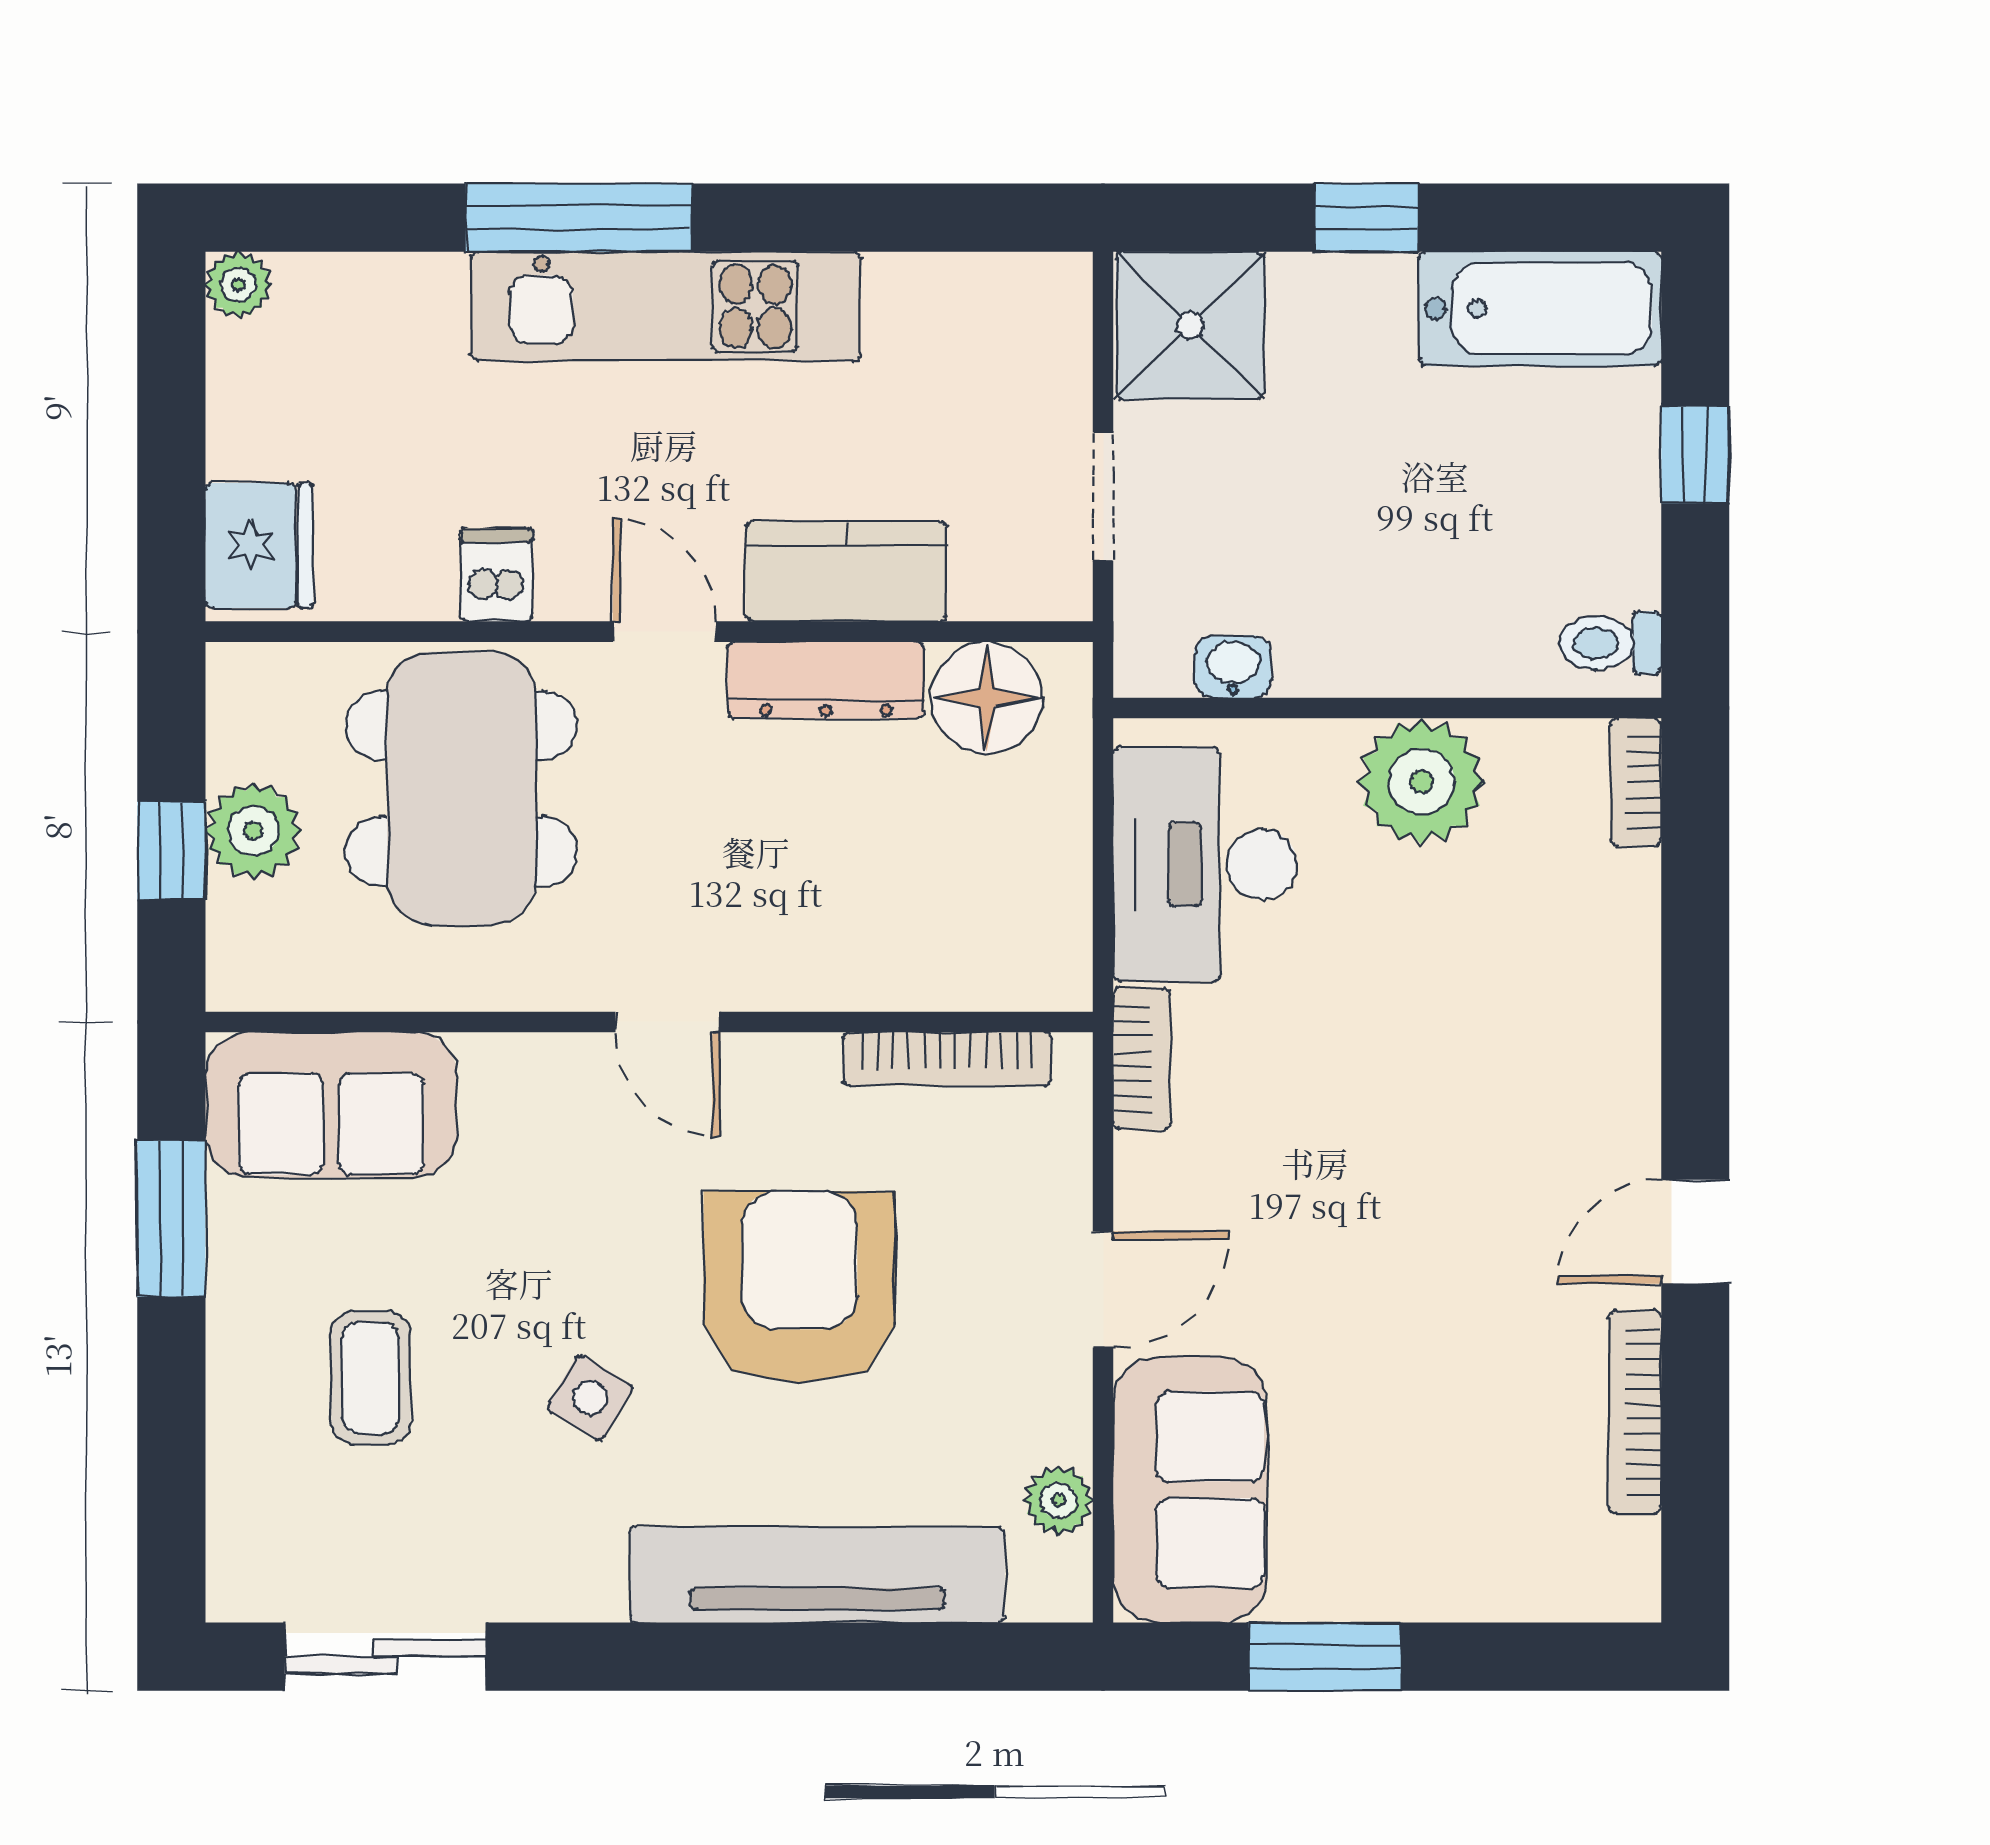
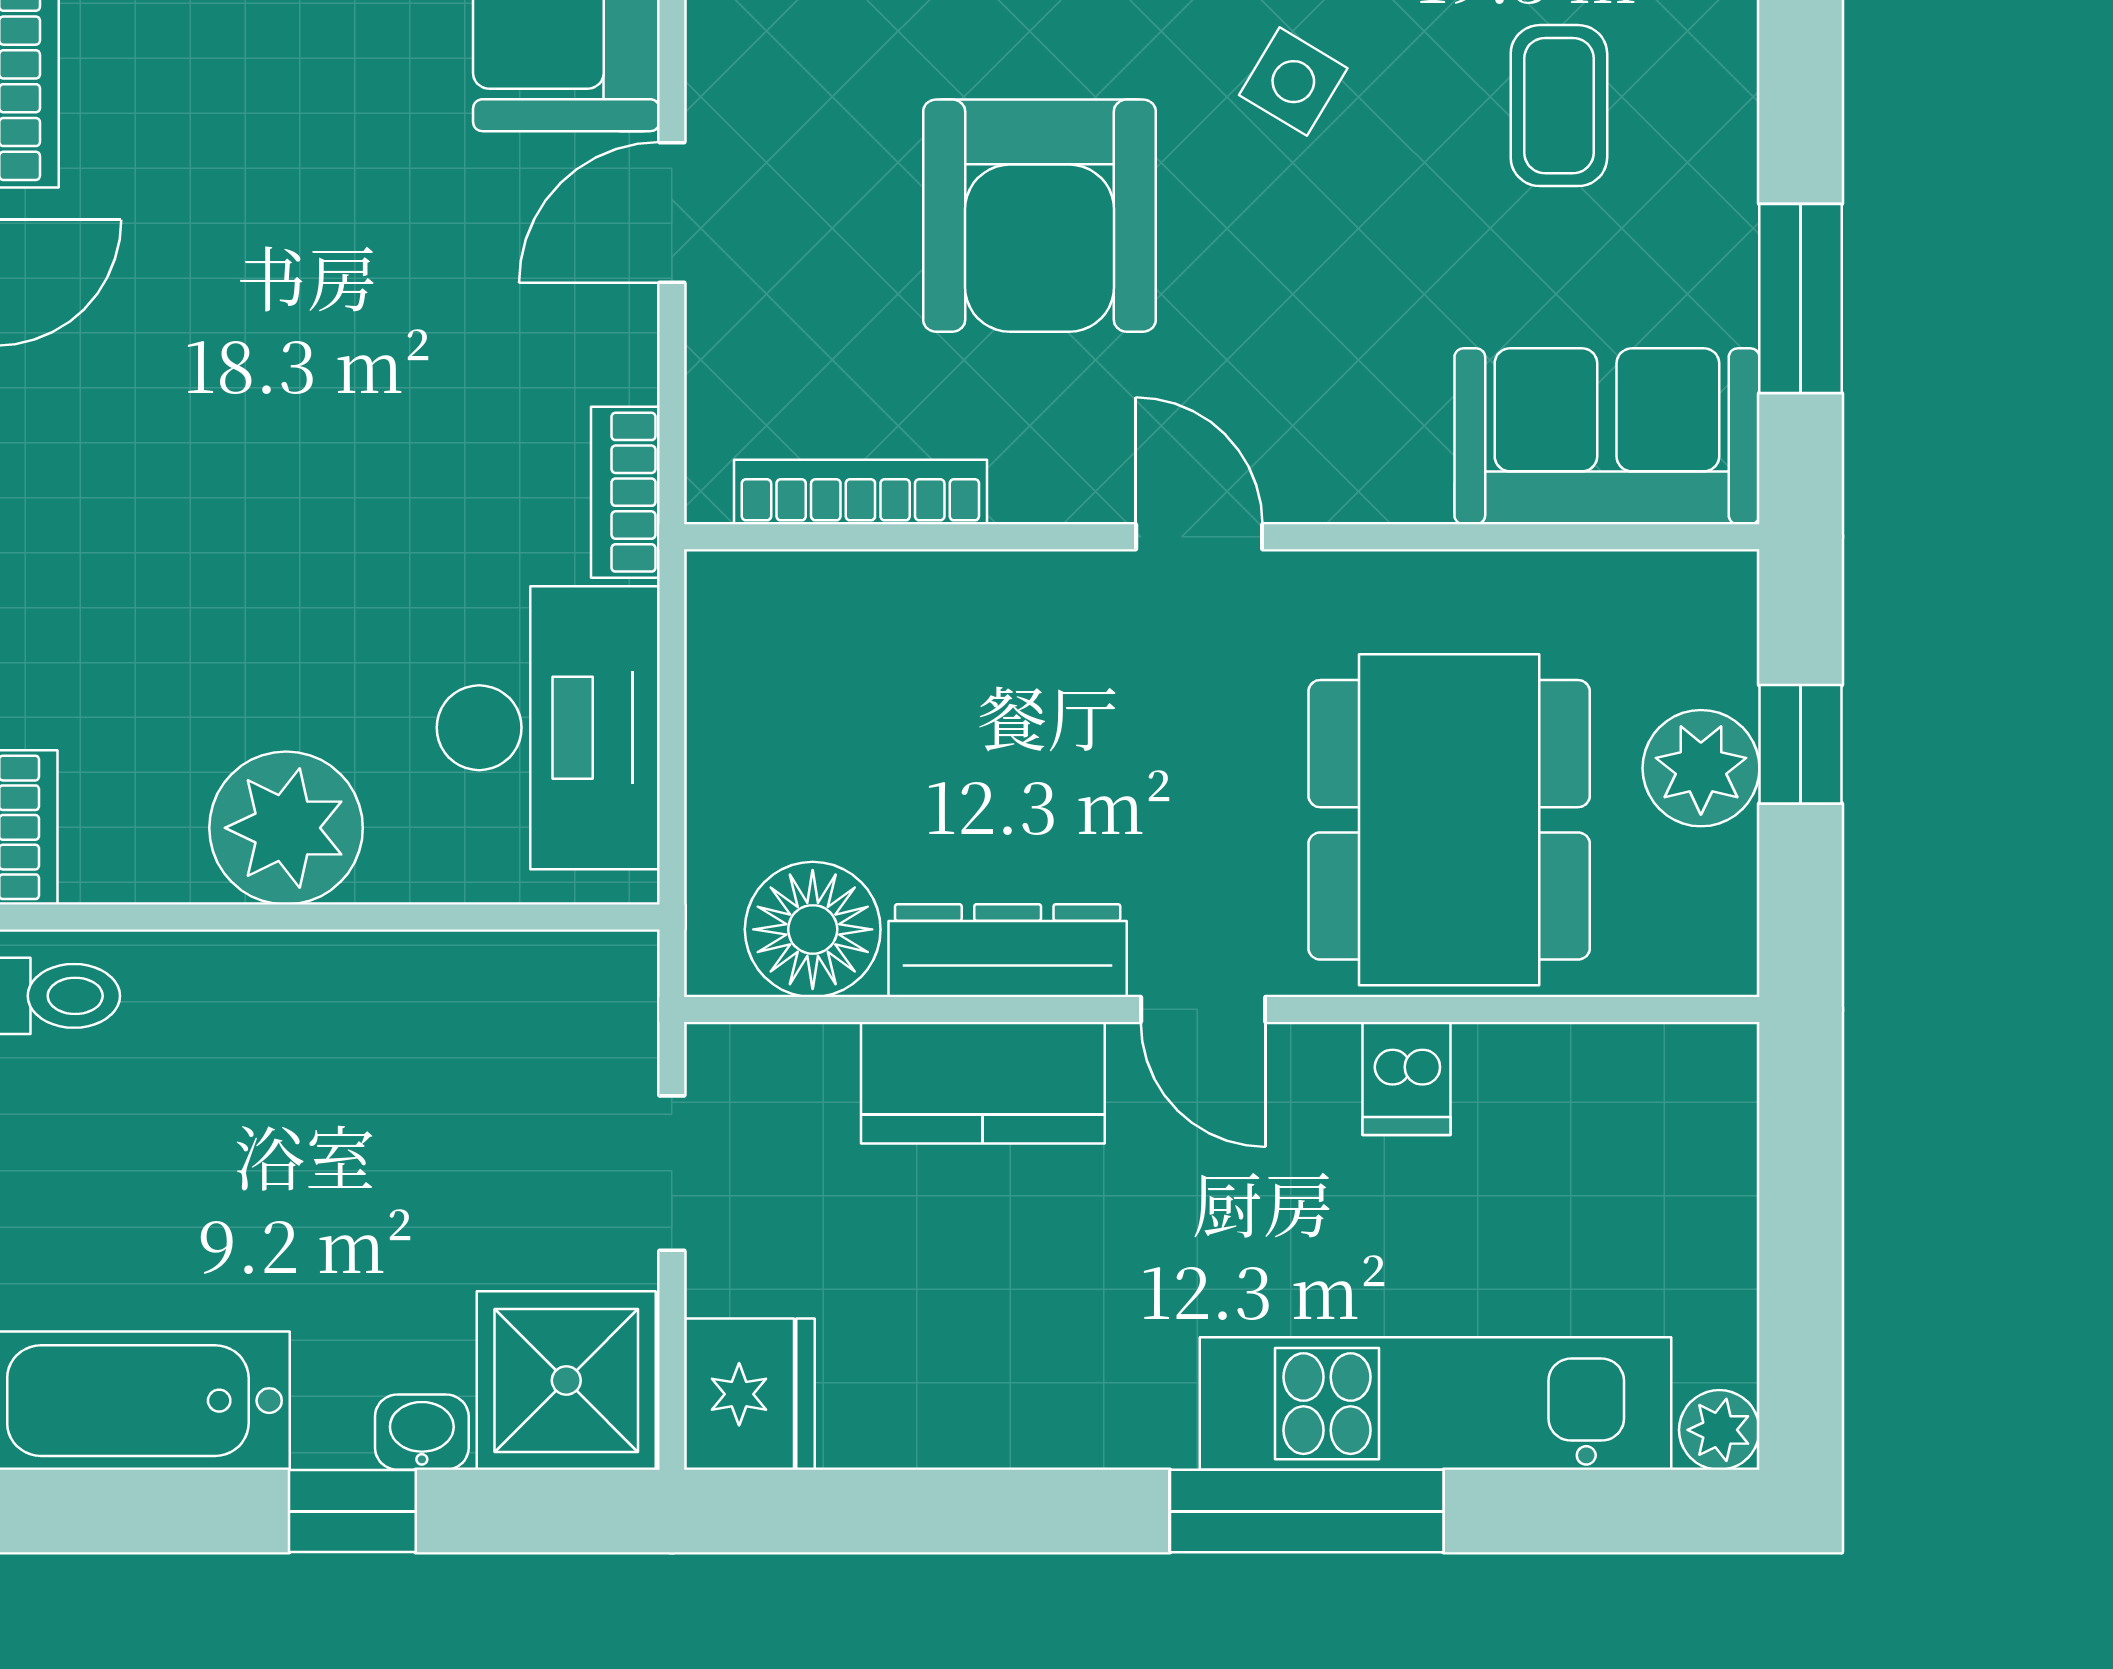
kitchen unit: (666, 306) -> (1435, 1404), moved
fridge: (259, 545) -> (749, 1394), moved, turned 180
washbasin: (1233, 667) -> (422, 1432), moved, turned 180

